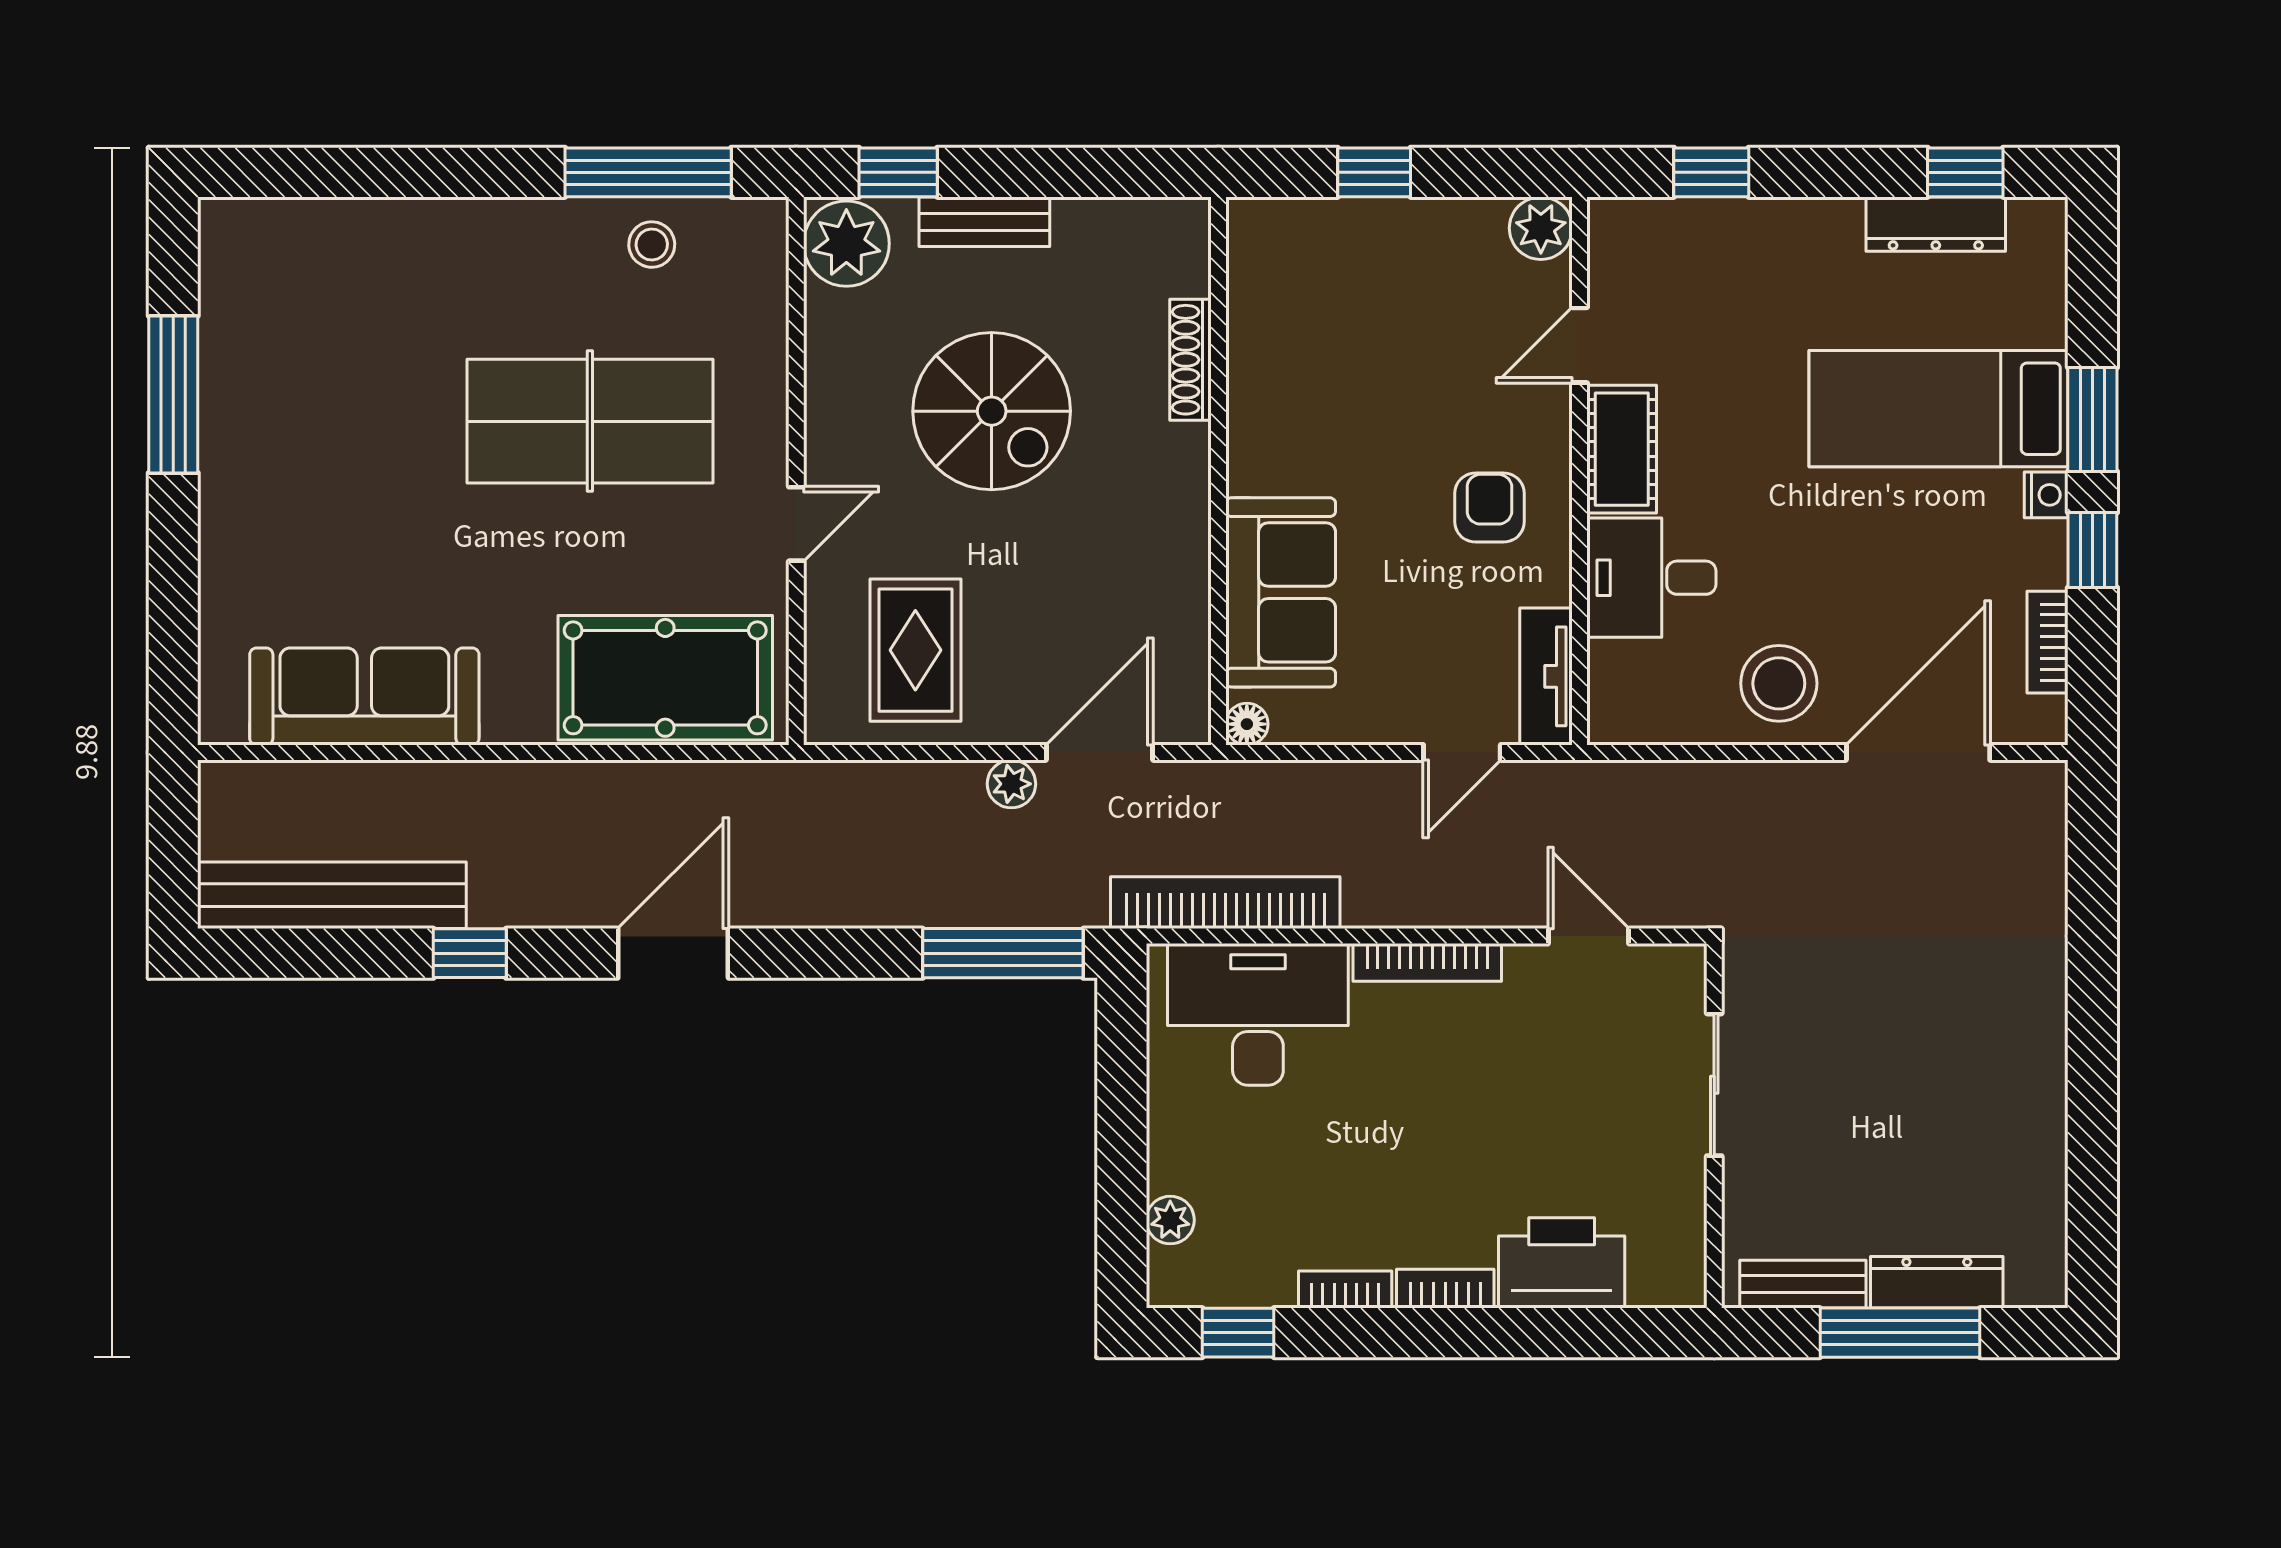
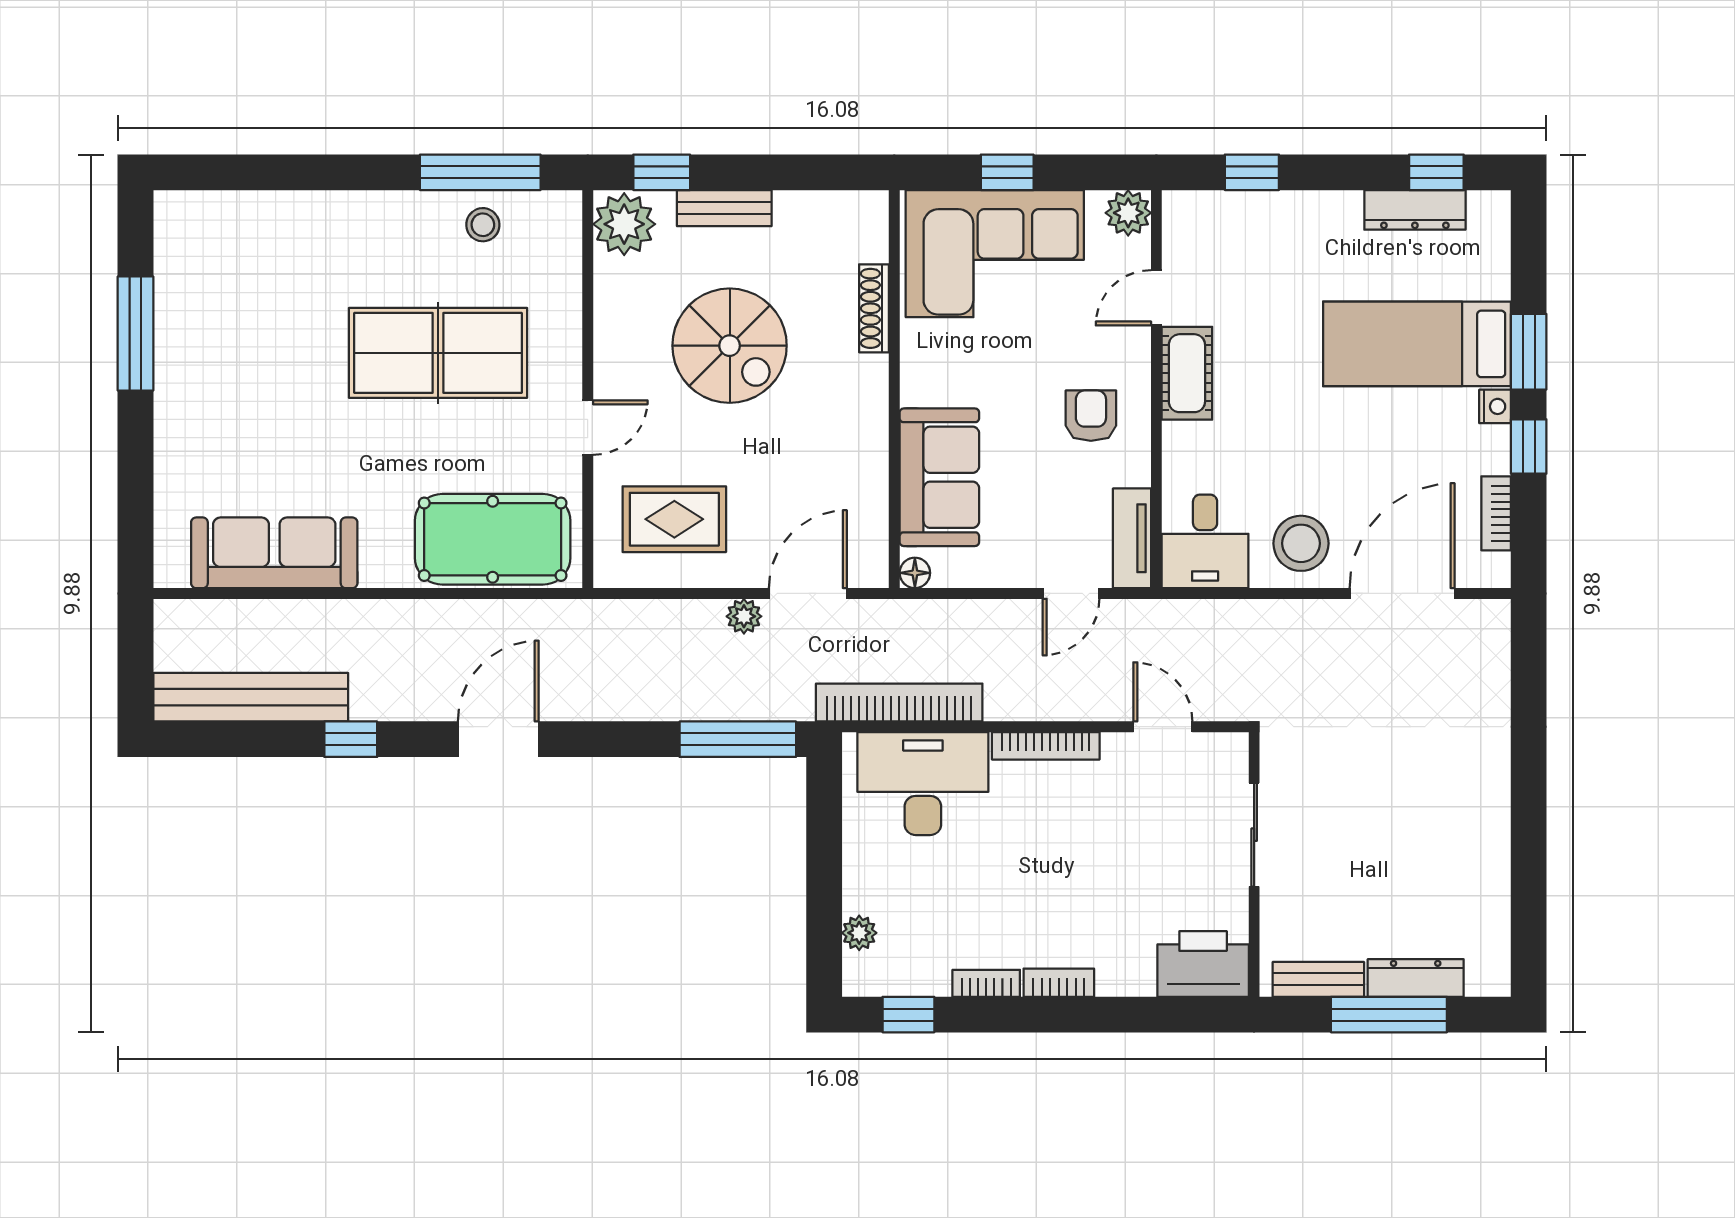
corner sofa: (1357, 284) -> (995, 254), added
desk: (1651, 578) -> (1205, 541), moved, turned -90
rug: (915, 650) -> (674, 519), turned 90
printer: (1562, 1263) -> (1203, 964), moved

